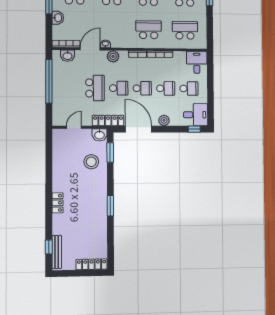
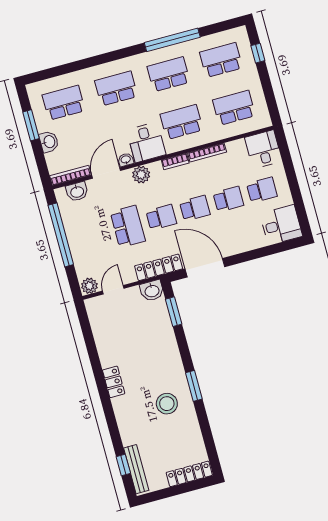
desk: (122, 36) -> (146, 142), added
plant: (164, 120) -> (89, 286), moved
window: (194, 129) -> (285, 246), removed
stool: (91, 162) -> (167, 404), moved
locker: (57, 203) -> (114, 382), moved

